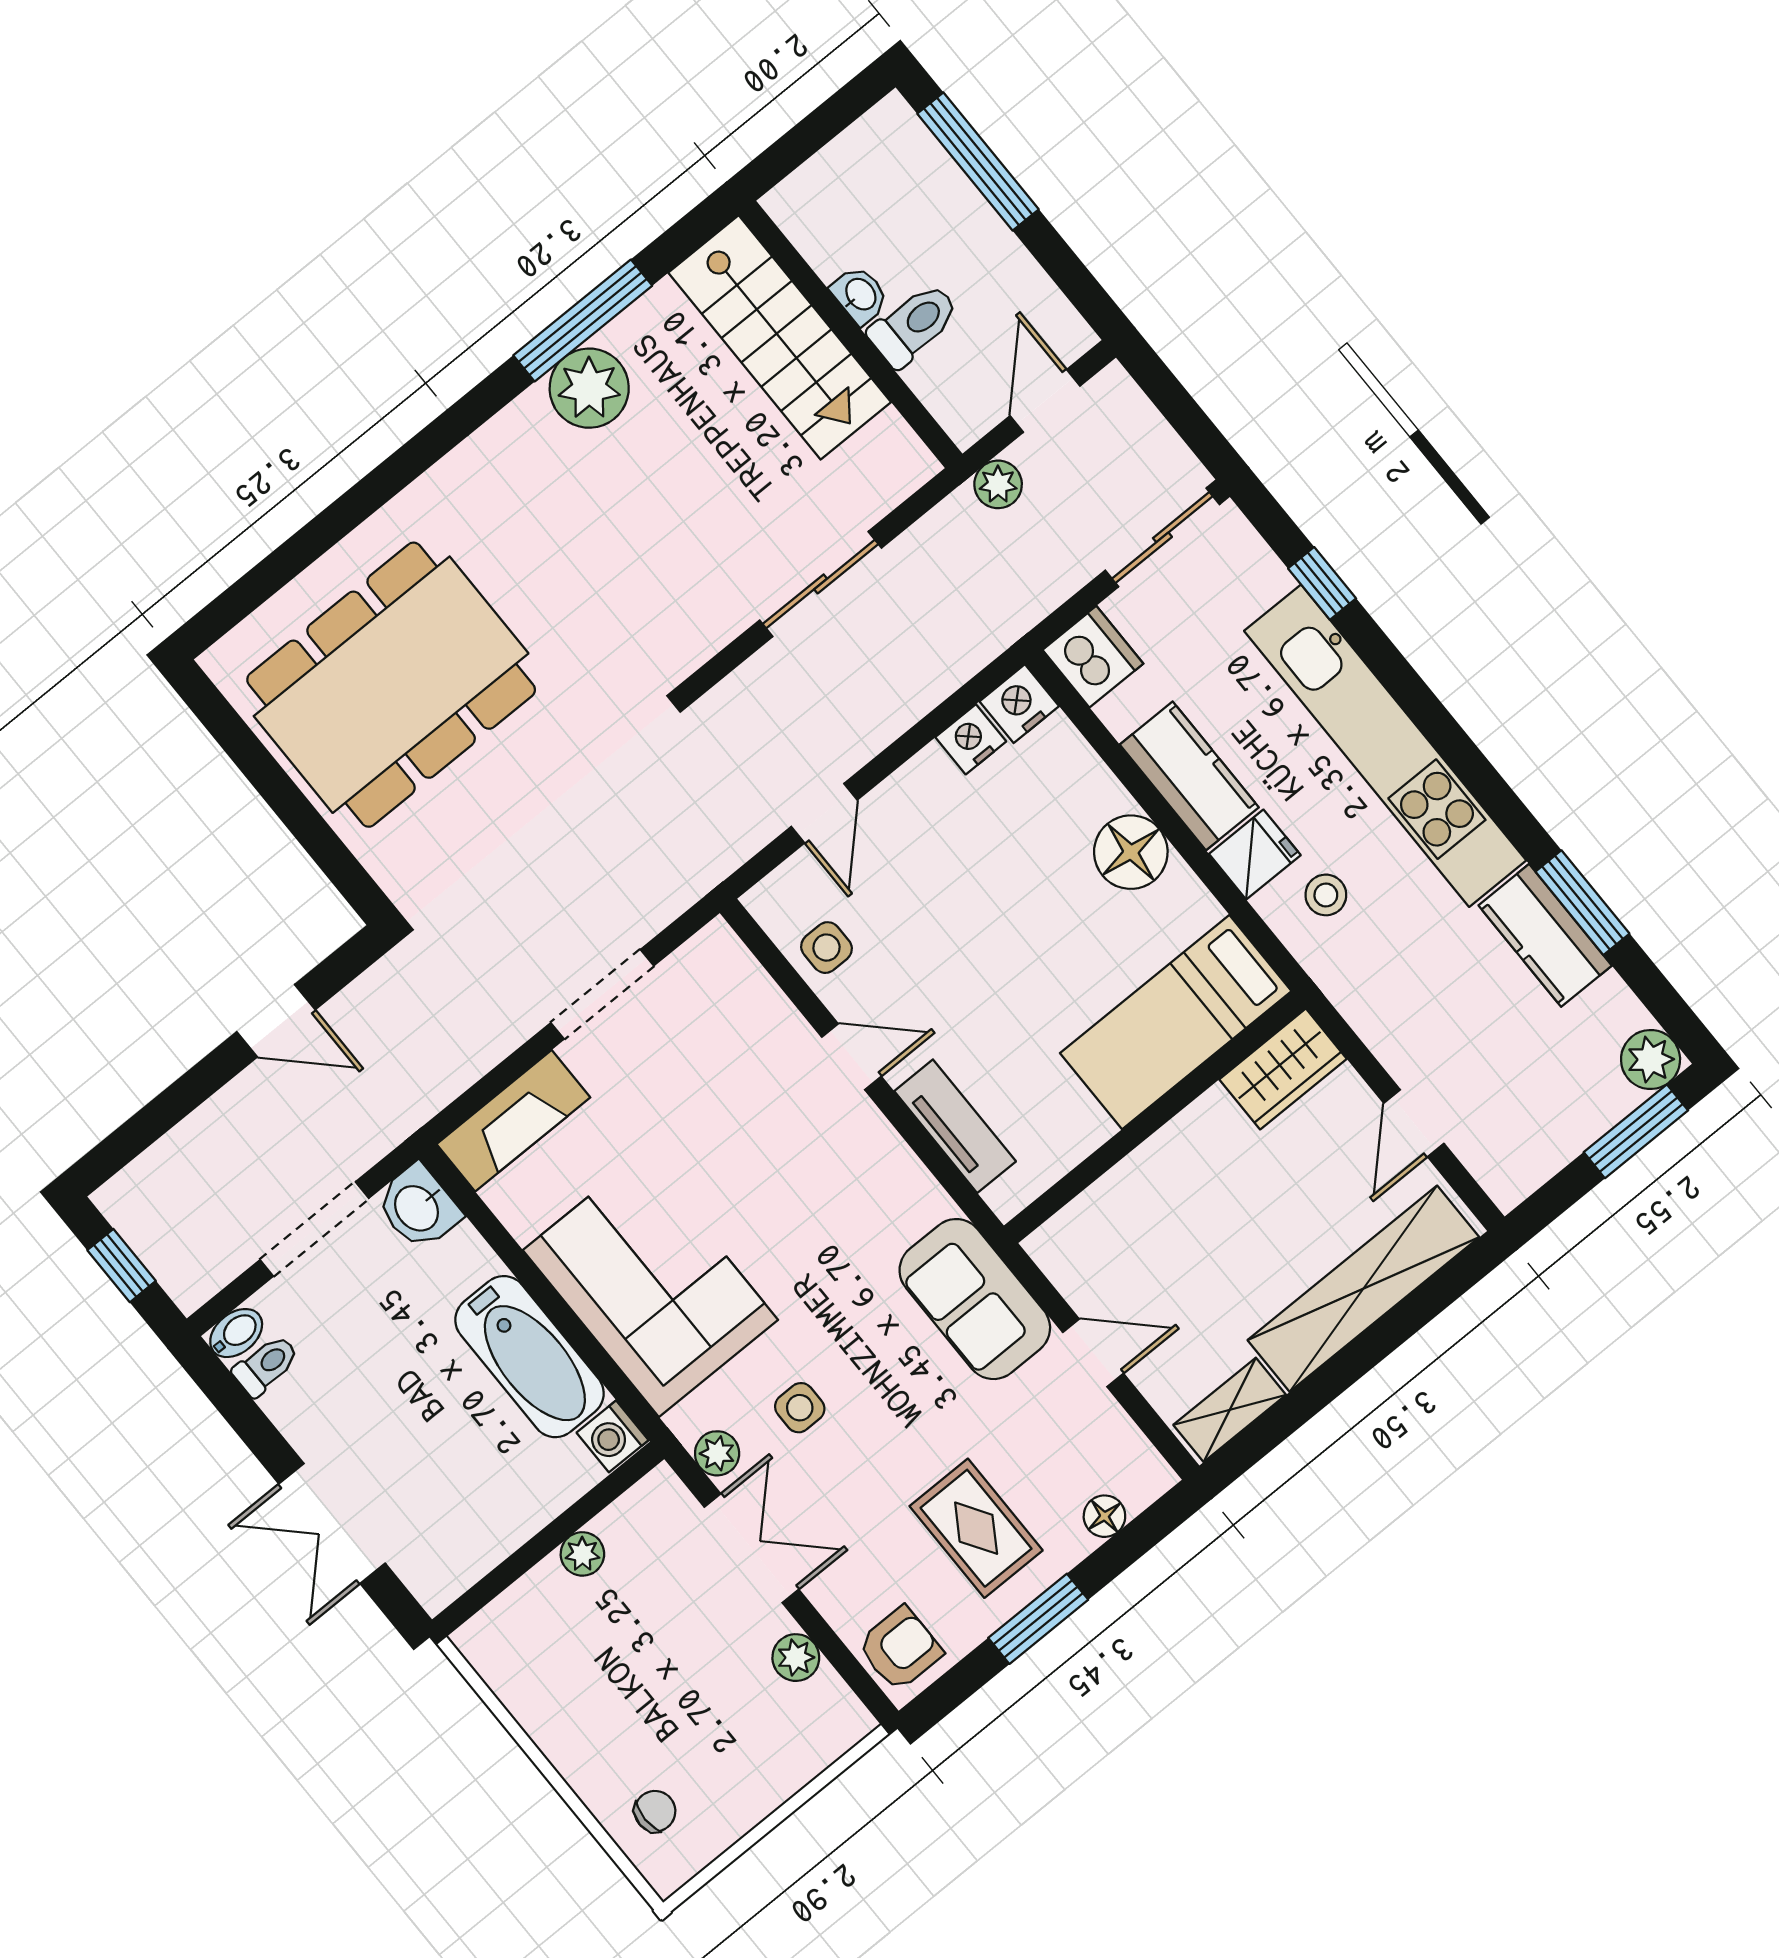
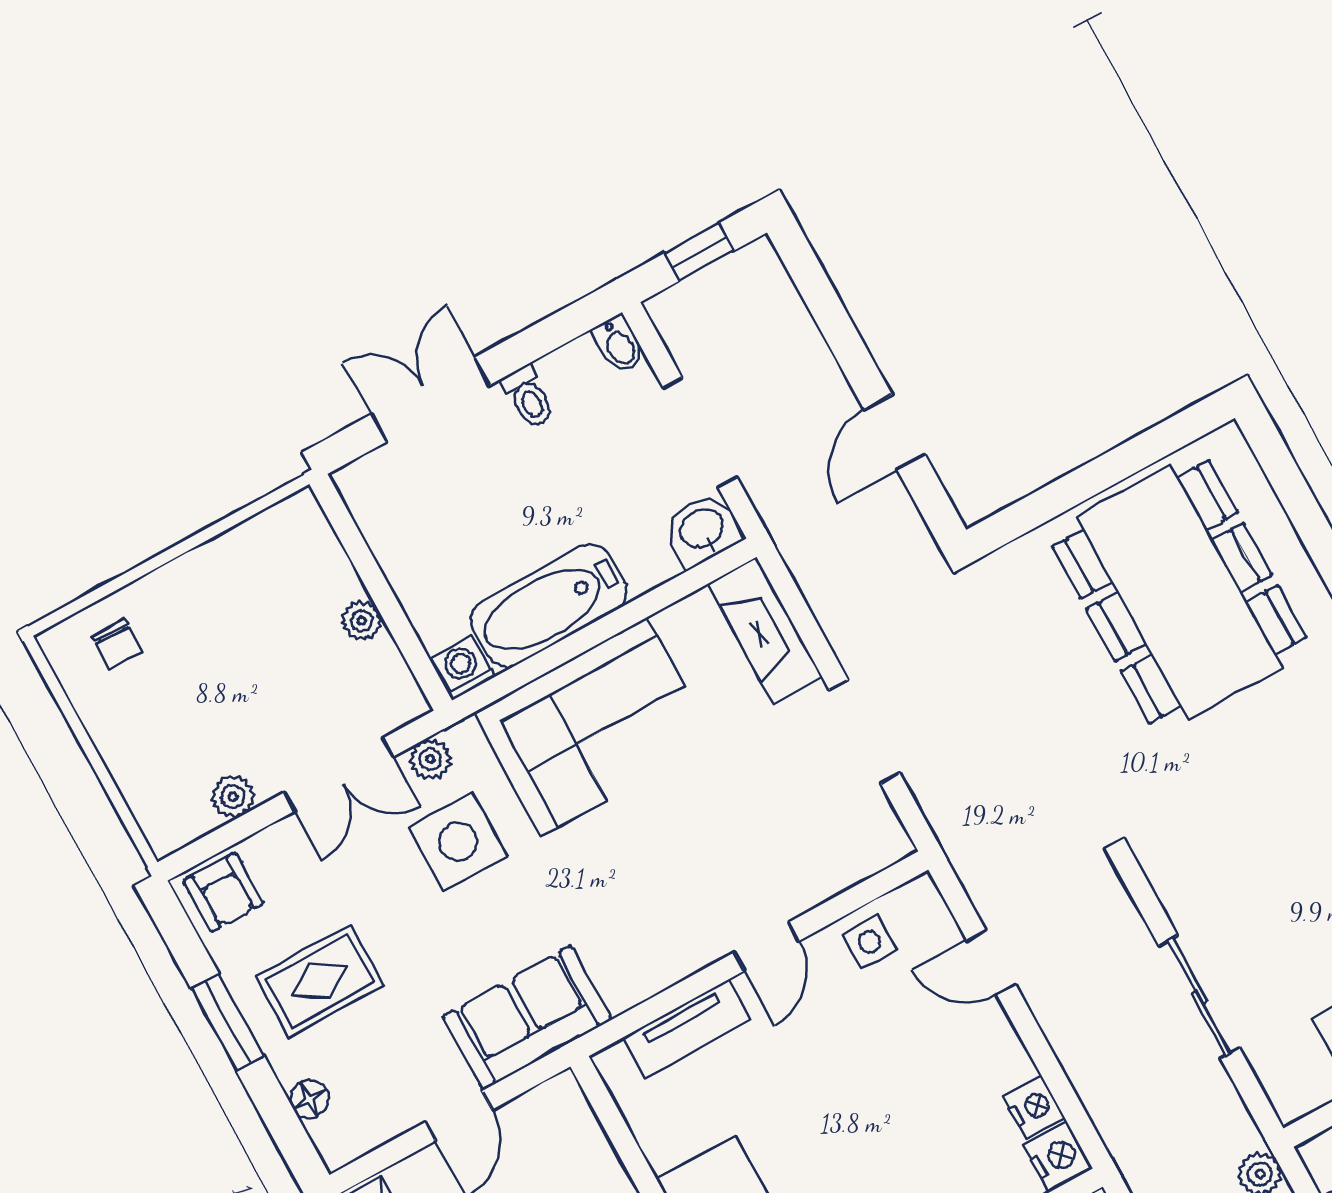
toilet: (266, 1365) -> (528, 397), moved
side table: (800, 1408) -> (458, 842), width x1.87, depth x1.87

